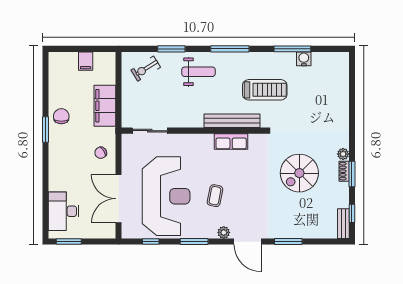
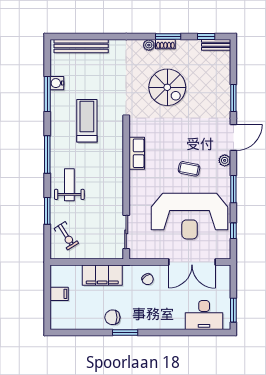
bench: (232, 121) -> (81, 46), moved, turned 90
reception desk: (166, 196) -> (190, 216), turned 180

